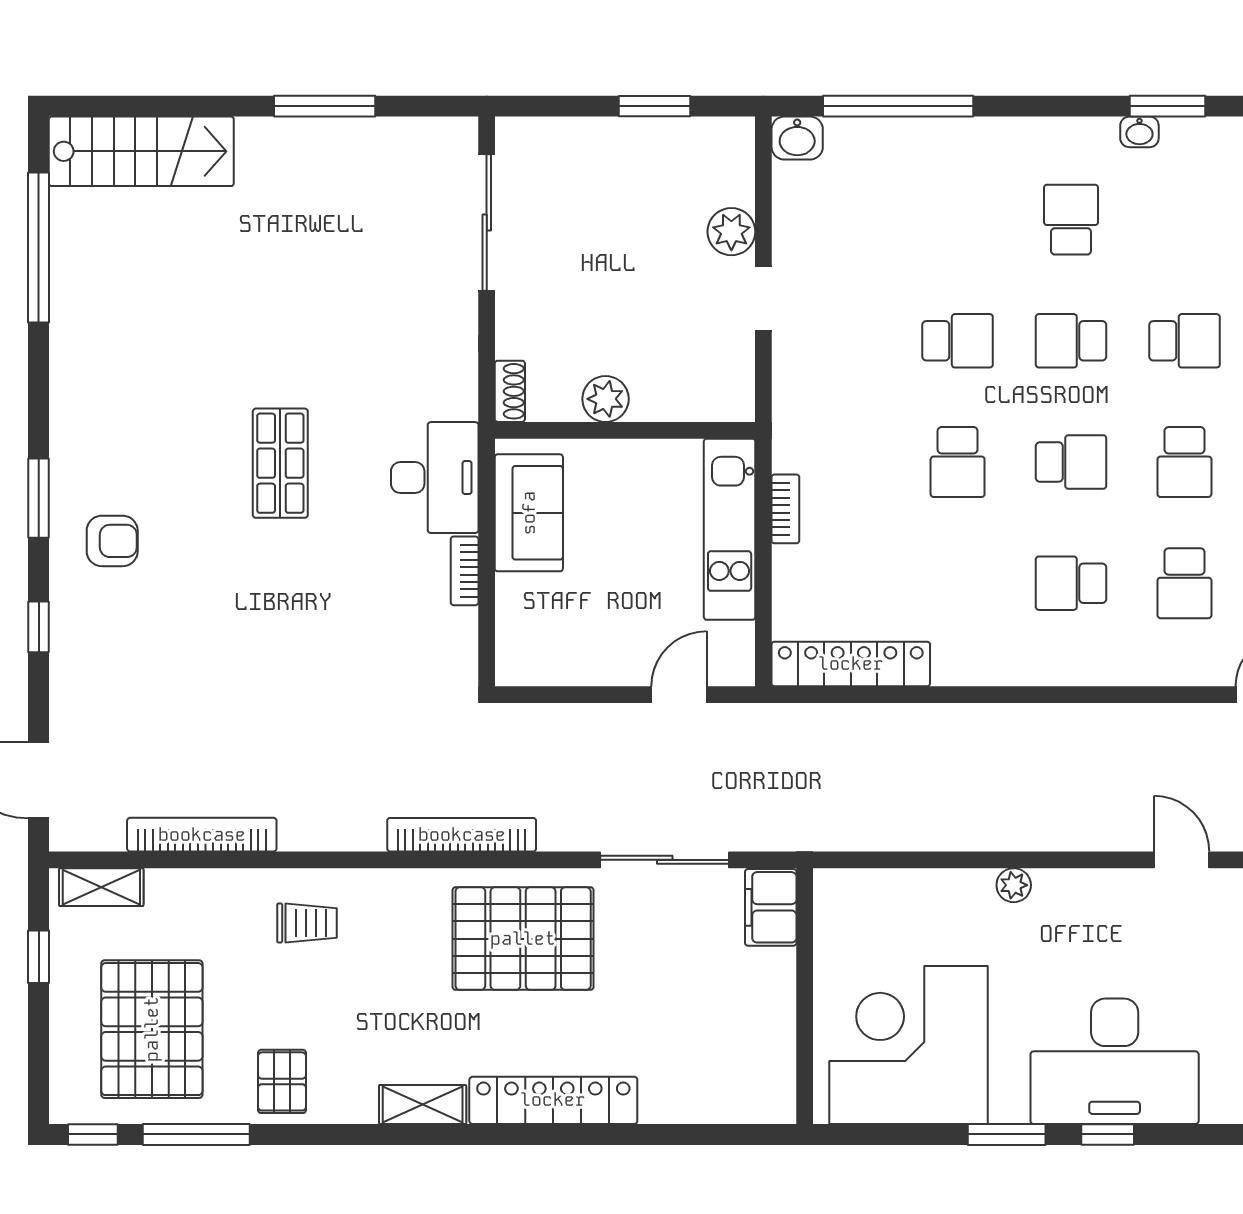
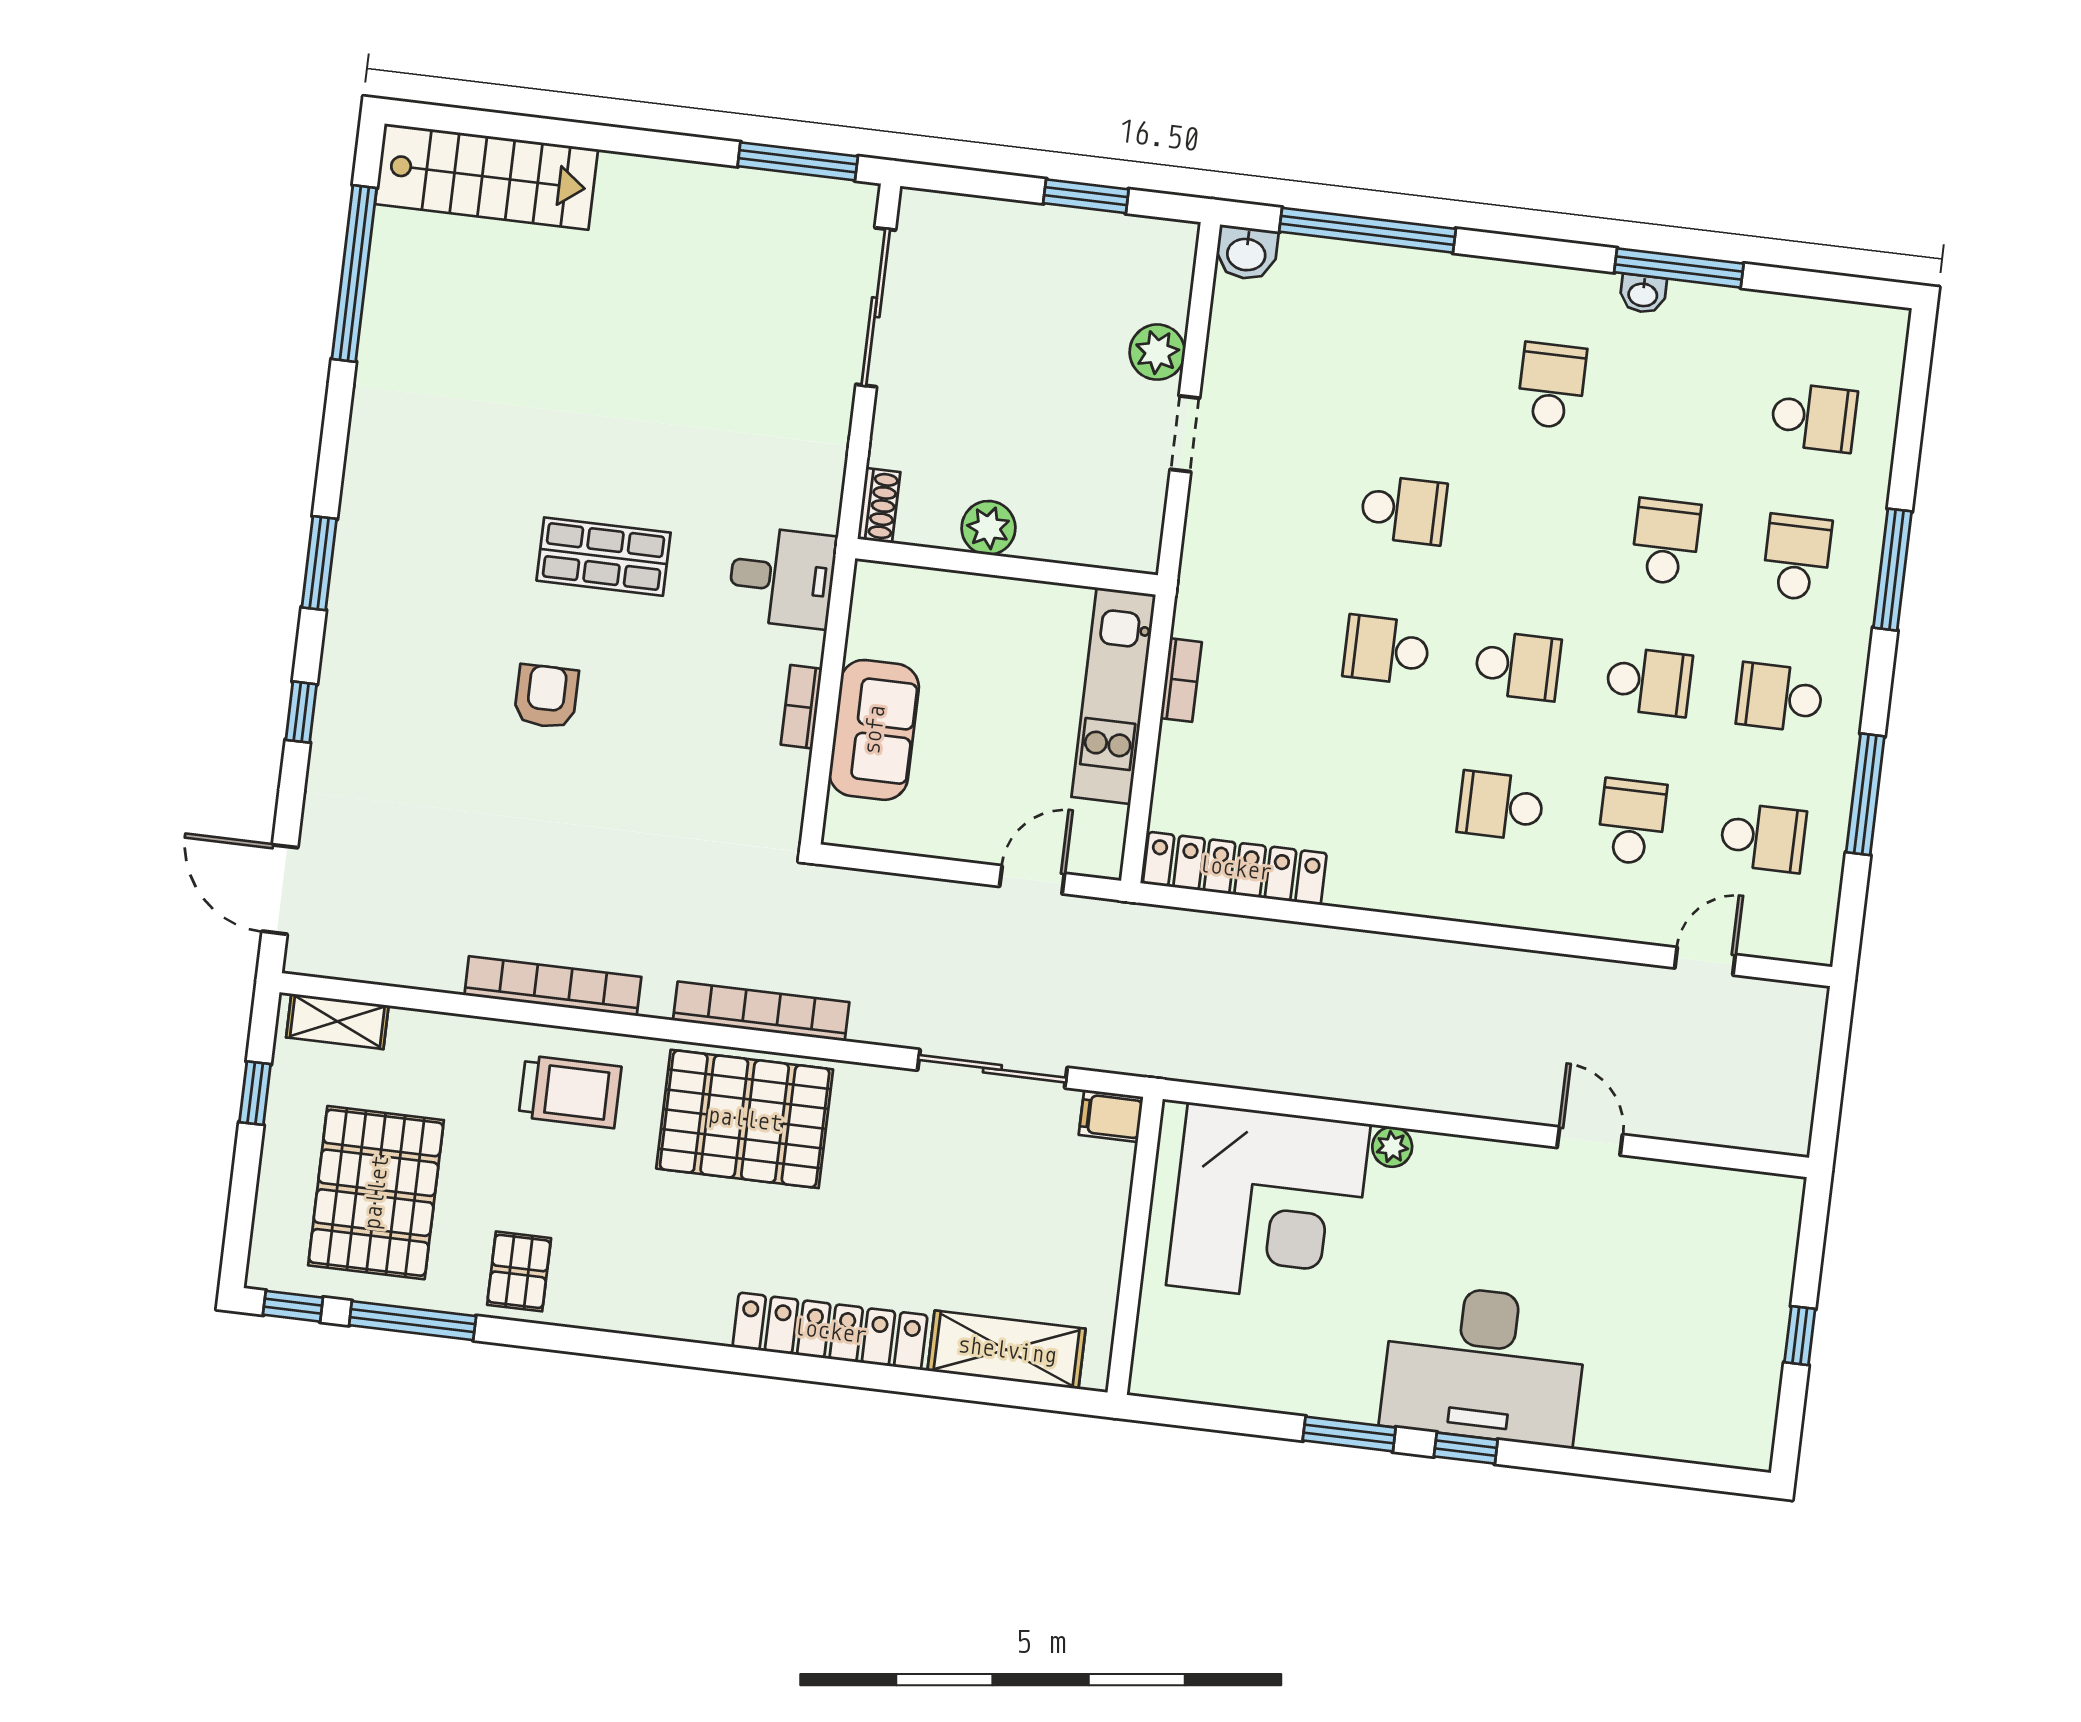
window: (325, 106) -> (798, 161), moved
window: (1167, 106) -> (1679, 268), width x1.44
school desk: (1071, 341) -> (1535, 526), removed
school desk: (1184, 341) -> (1666, 542), turned -90
school desk: (958, 462) -> (1387, 650), turned 90
school desk: (1184, 462) -> (1649, 682), turned -90
shop shelf: (280, 463) -> (604, 557), turned 90
desk: (435, 478) -> (782, 577), width x0.73
sofa: (529, 513) -> (874, 730), moved
armchair: (112, 541) -> (546, 696), moved, turned -90
school desk: (1184, 583) -> (1632, 822), turned 180
bookcase: (202, 835) -> (553, 986), moved
filing cabinet: (771, 907) -> (1111, 1116), width x0.50
trolley: (307, 923) -> (570, 1092), width x1.36, depth x1.39
pallet: (523, 939) -> (745, 1119), moved
corner desk: (909, 1045) -> (1268, 1205), moved, turned 180
shelving: (423, 1105) -> (1007, 1350), moved, width x1.50, depth x1.33

